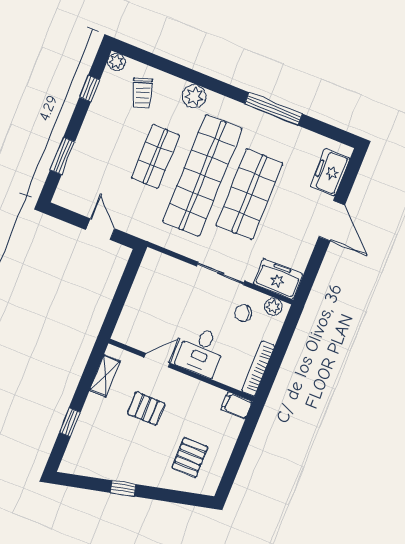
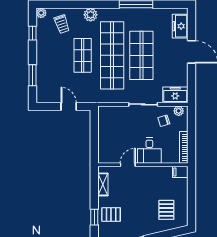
pallet: (146, 409) -> (111, 214), moved

